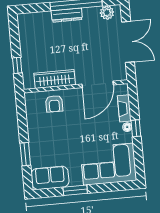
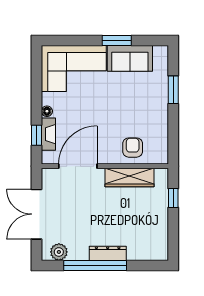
window: (136, 128) -> (37, 135), moved
sofa: (50, 178) -> (130, 58), moved

